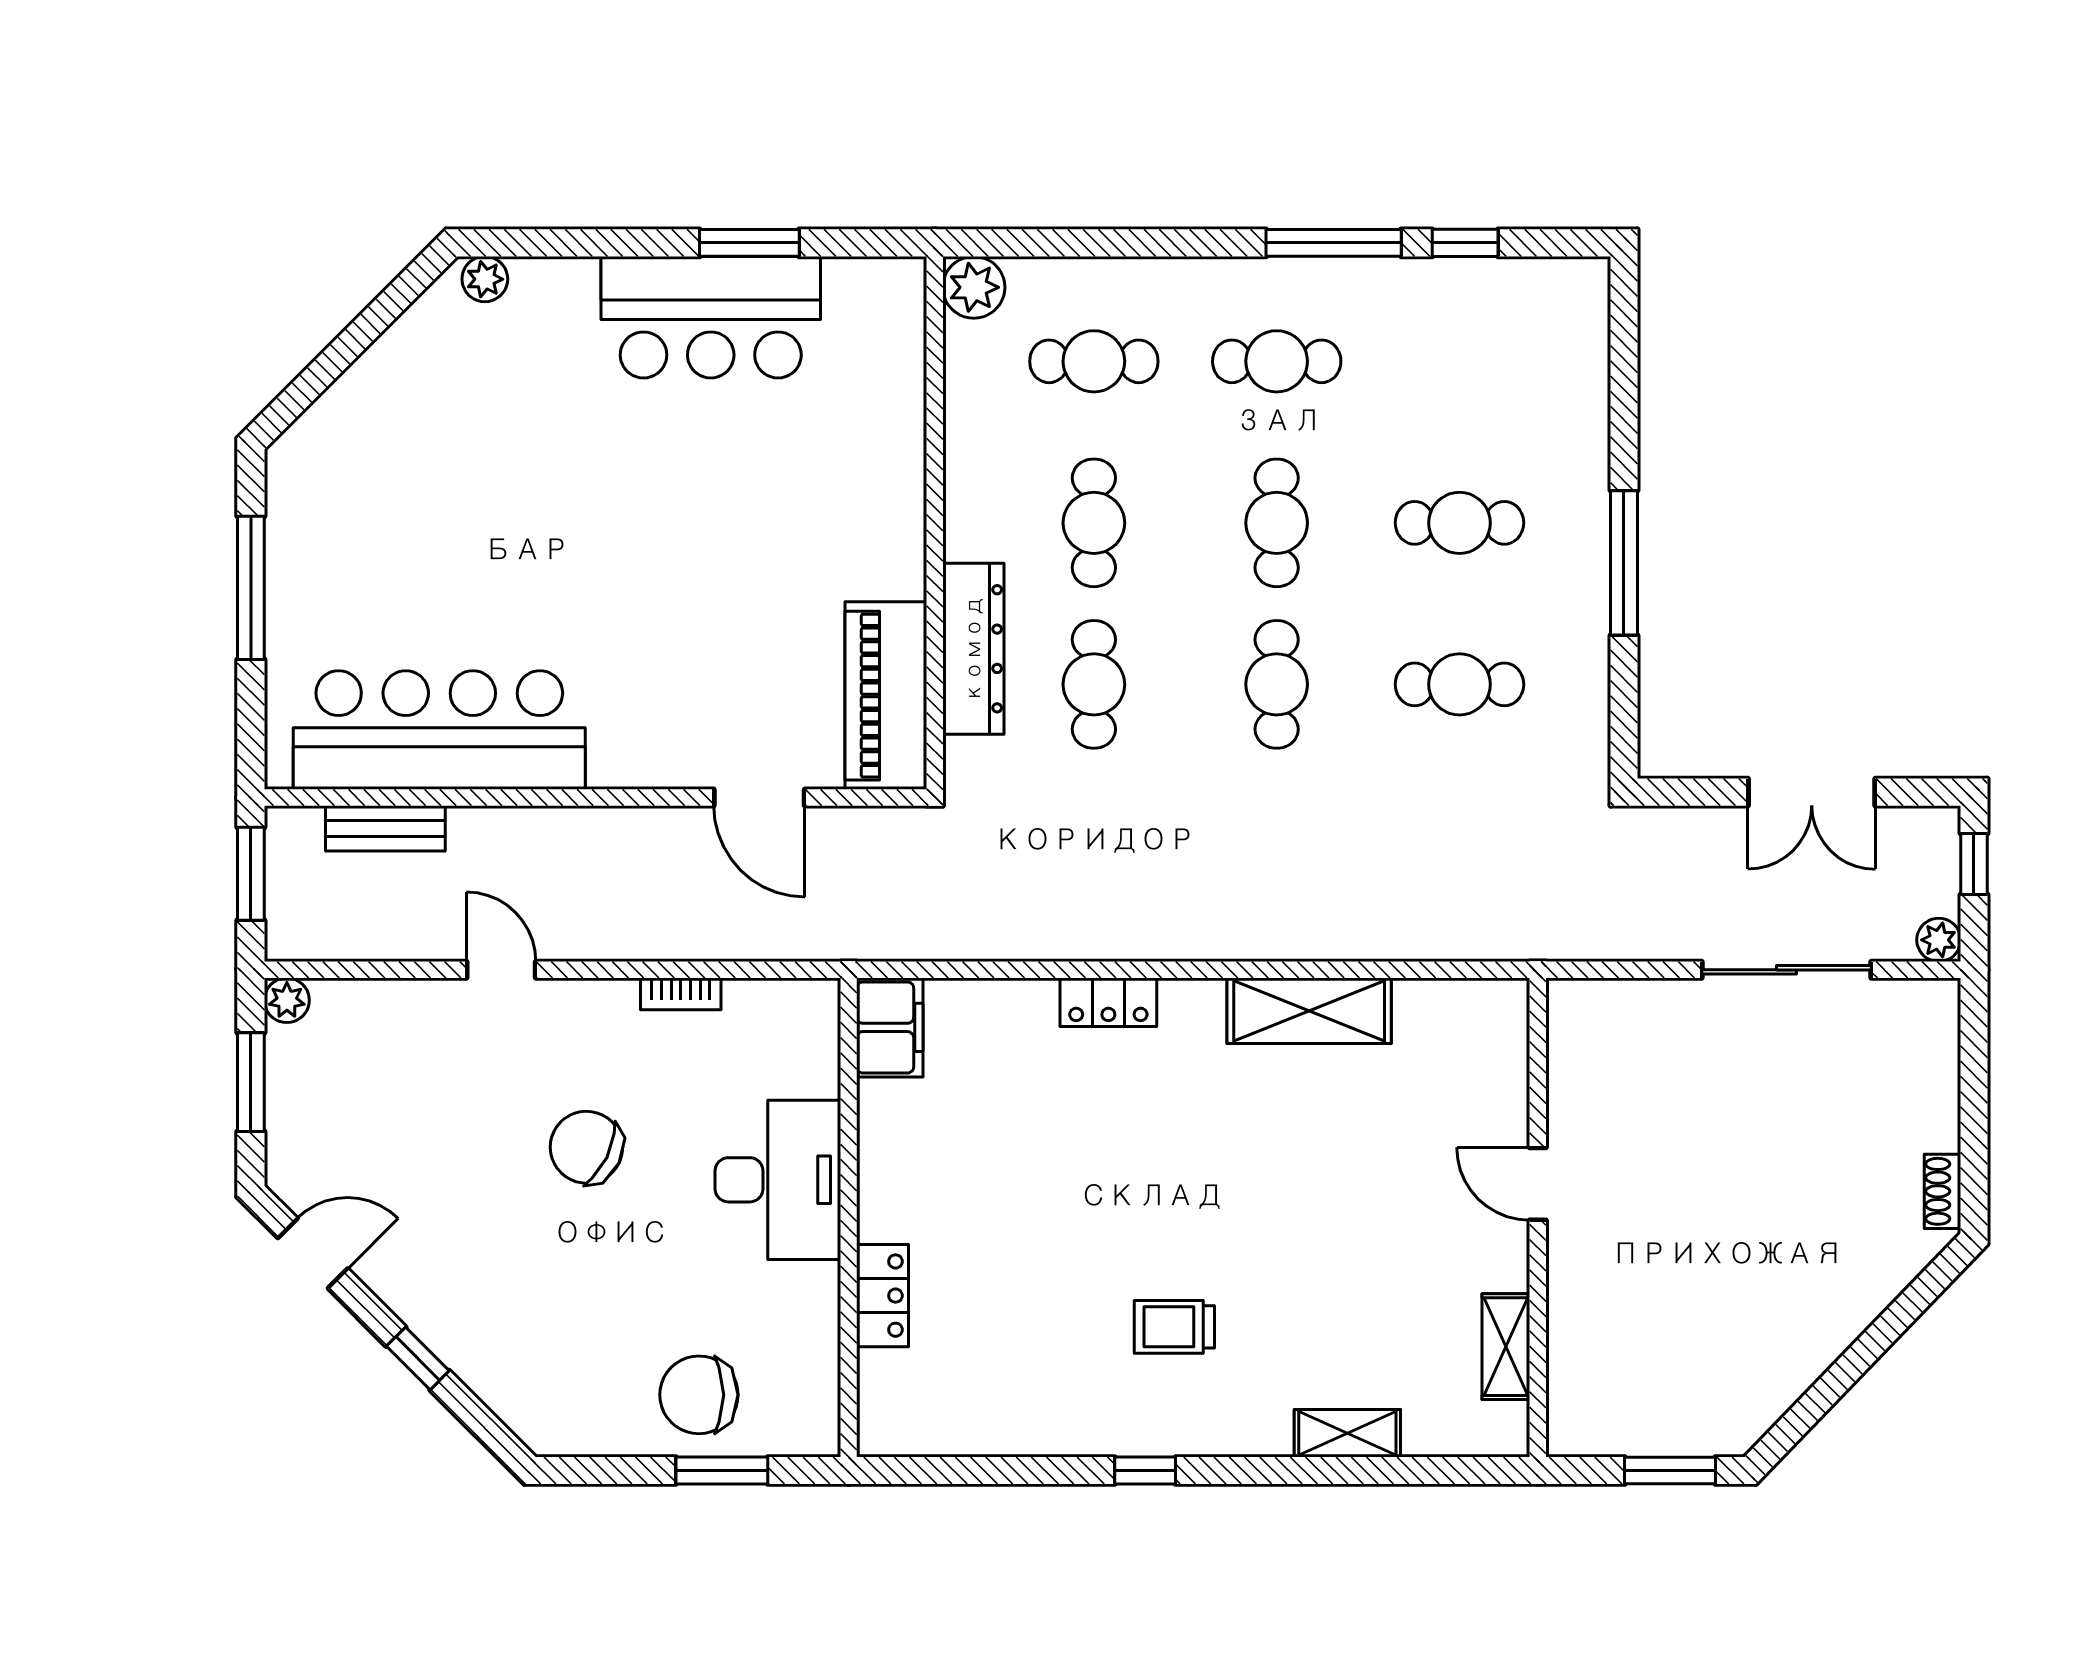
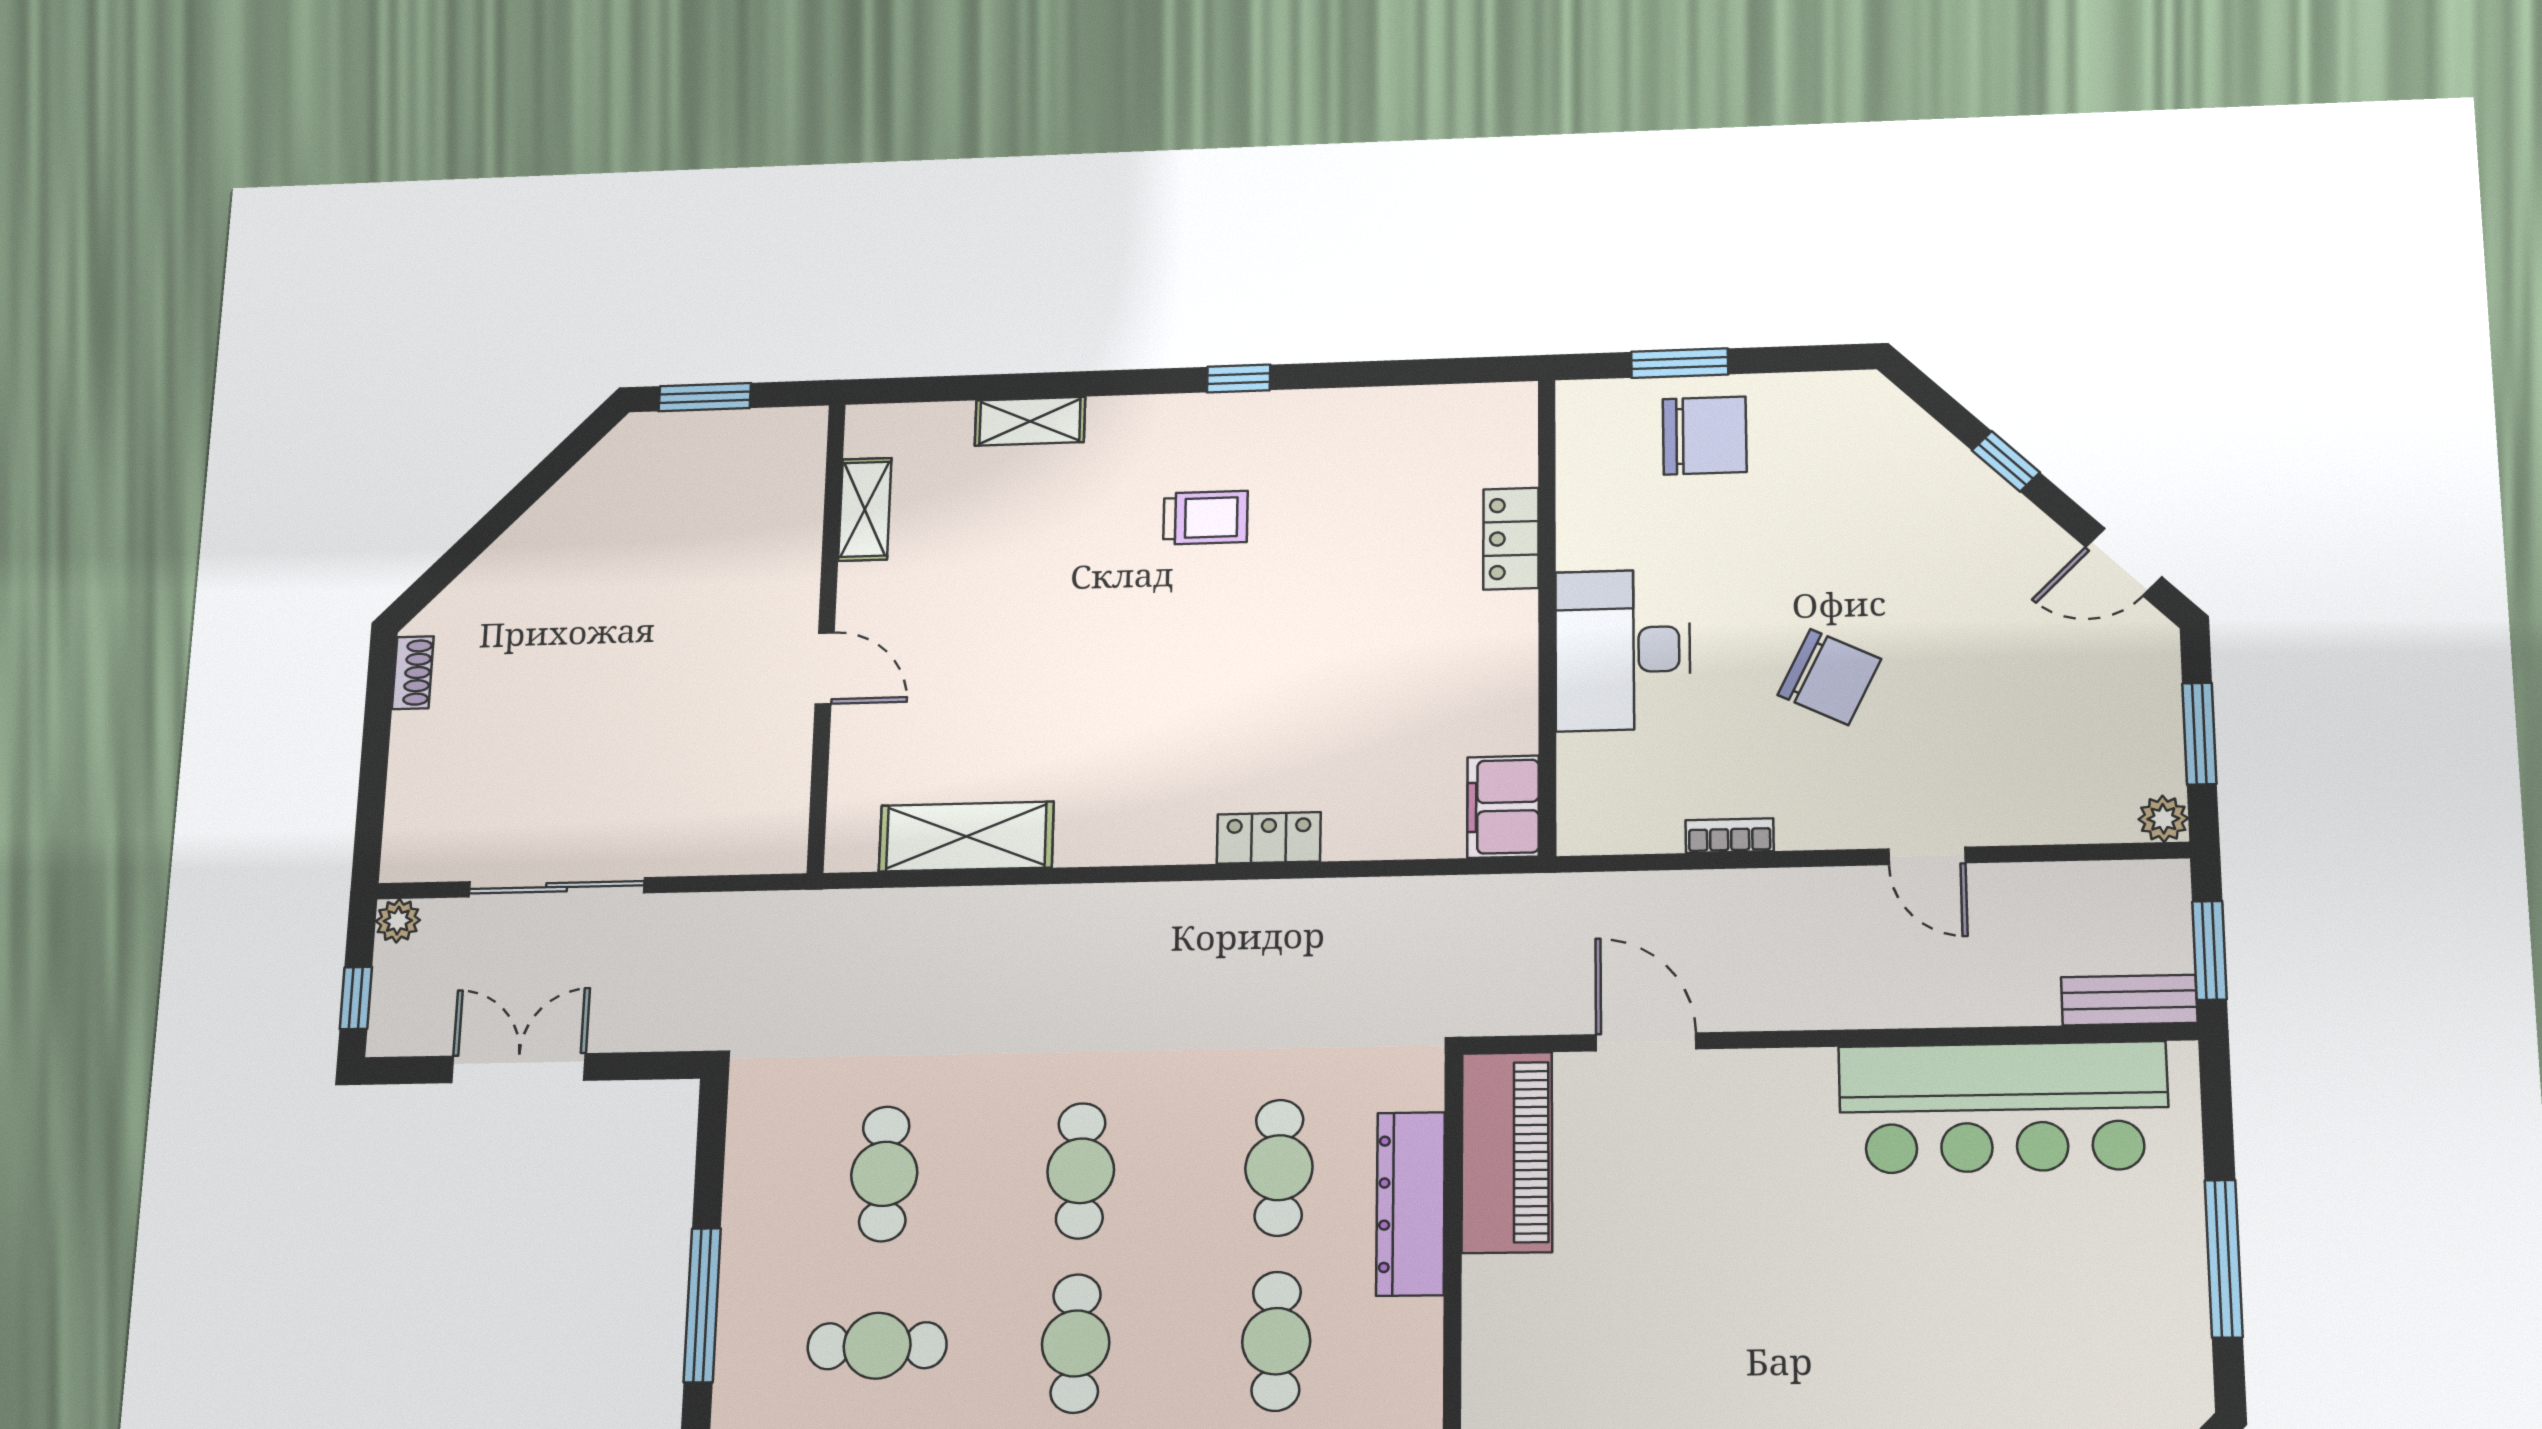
cafe table: (1459, 684) -> (884, 1174), turned 90
bench: (385, 828) -> (2129, 1000), moved
shelving: (1309, 1011) -> (966, 837), moved

